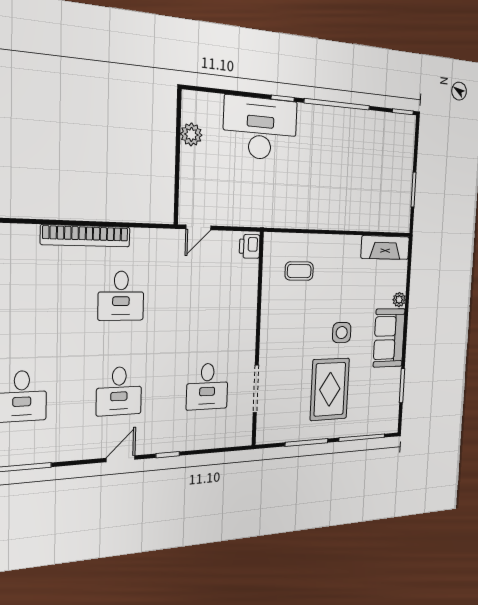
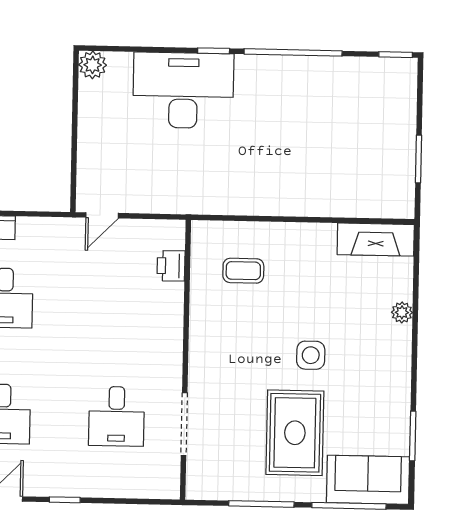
plant: (191, 134) -> (93, 65), moved
printer: (250, 246) -> (171, 266), moved
sofa: (389, 338) -> (368, 480), moved, turned 90

